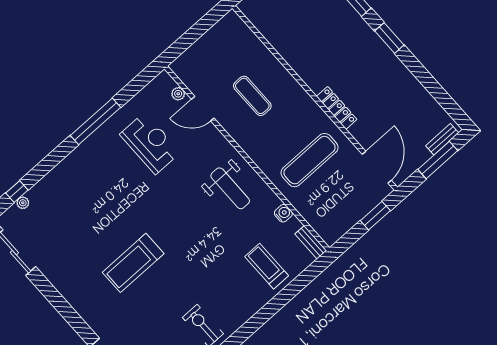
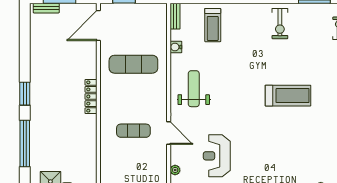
exercise mat: (252, 96) -> (133, 131), turned 90
locker: (337, 108) -> (91, 96), moved
door: (203, 109) -> (169, 133), moved

